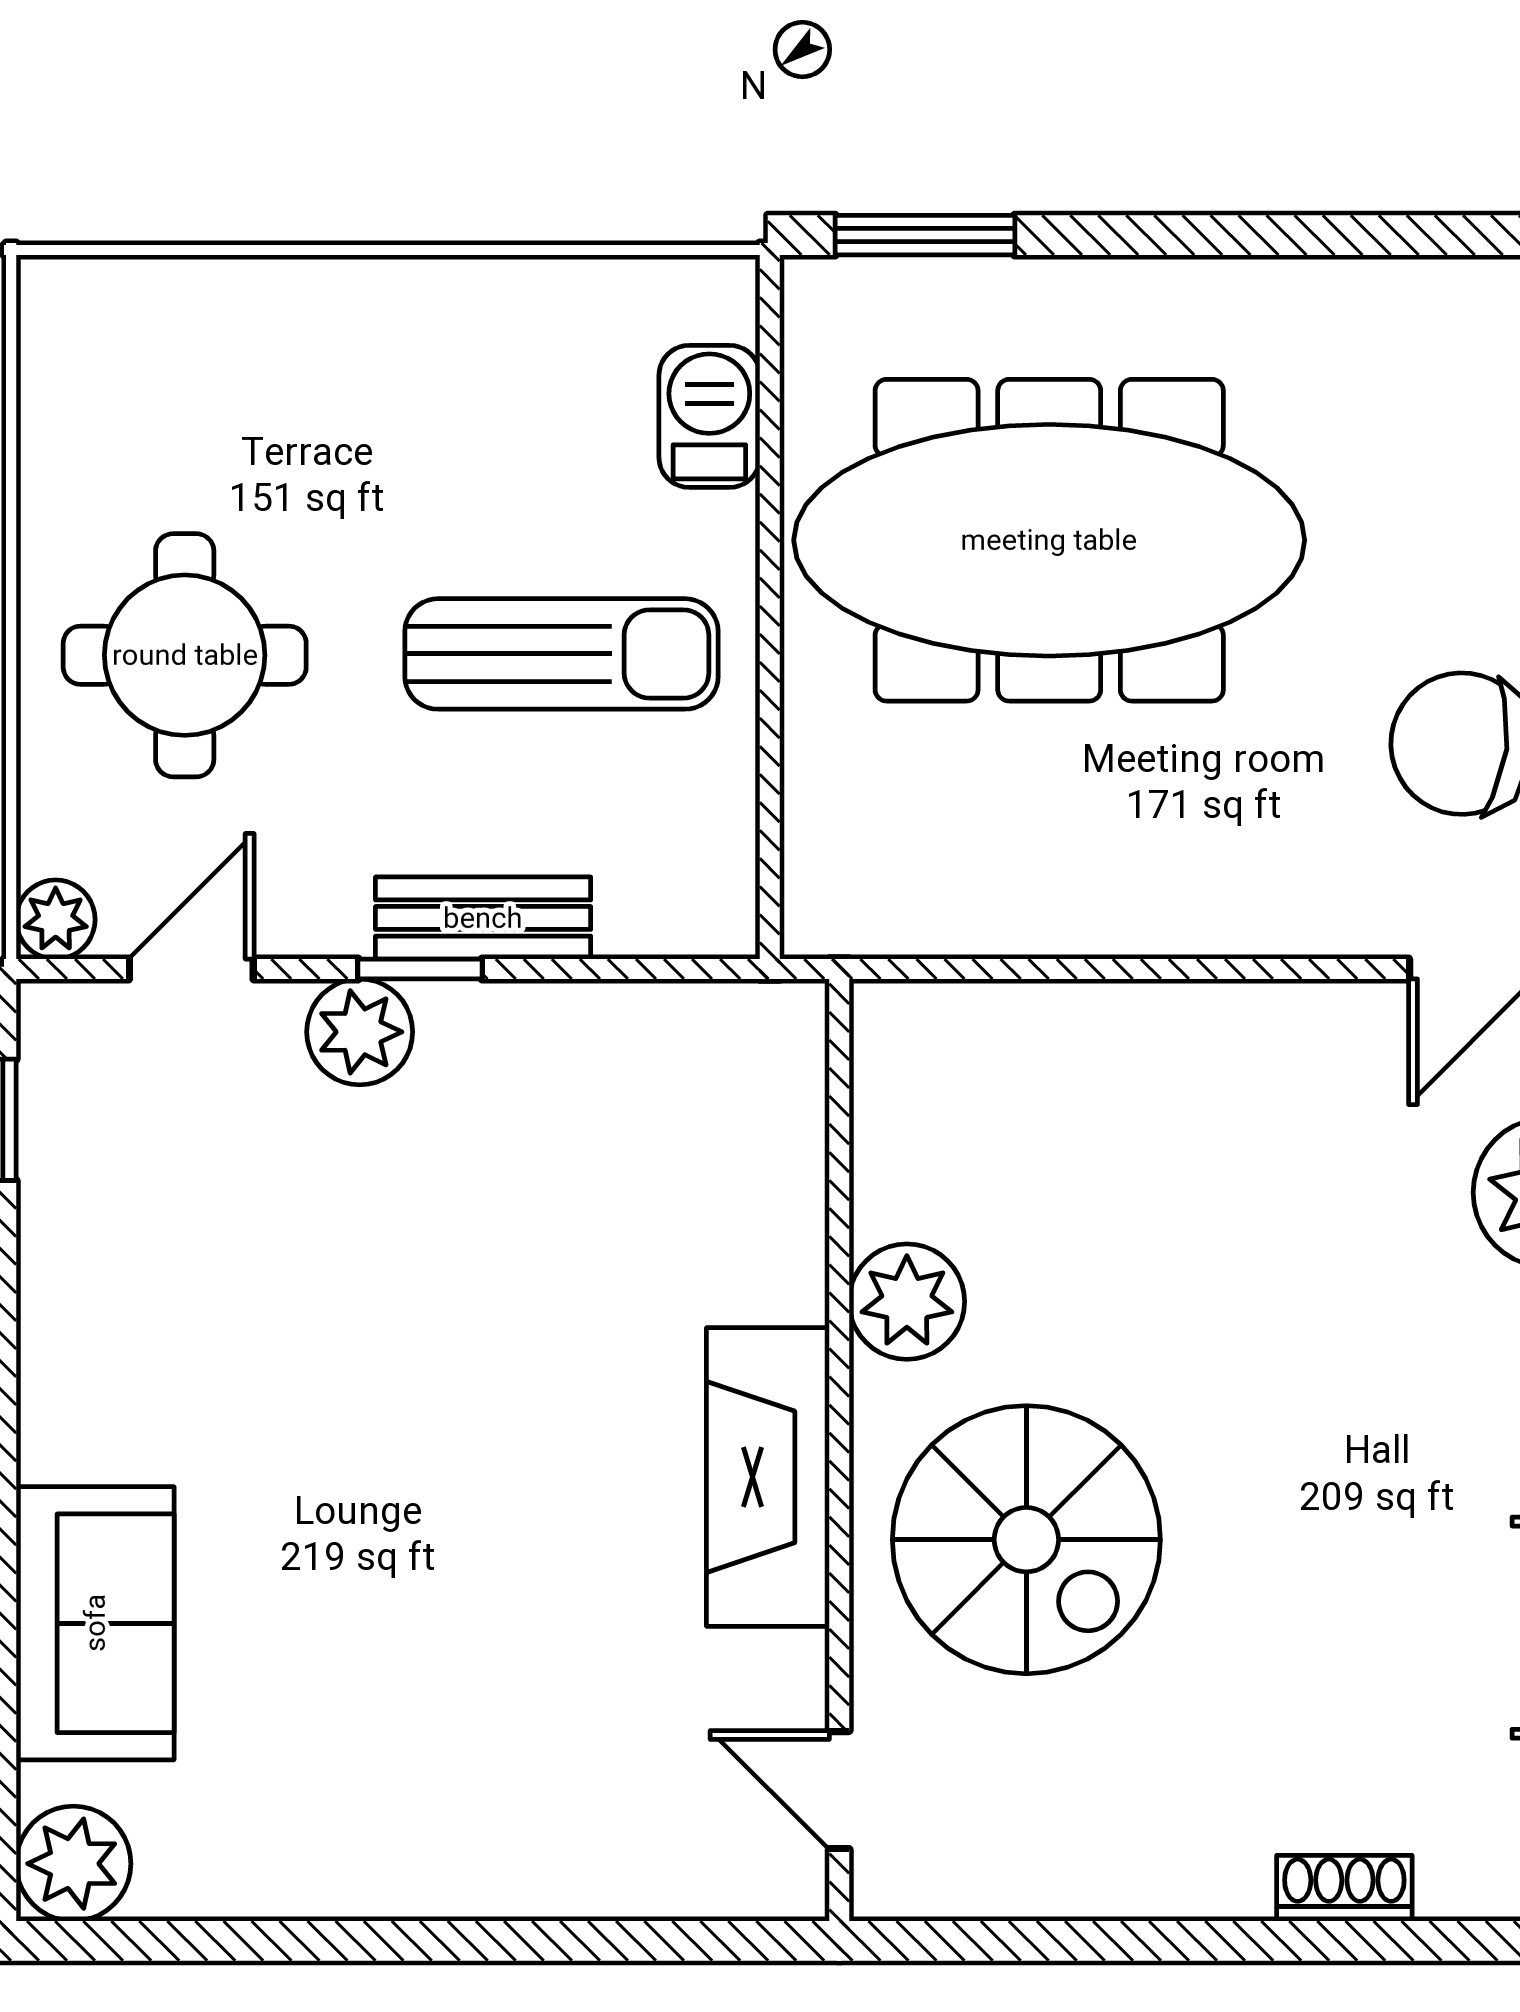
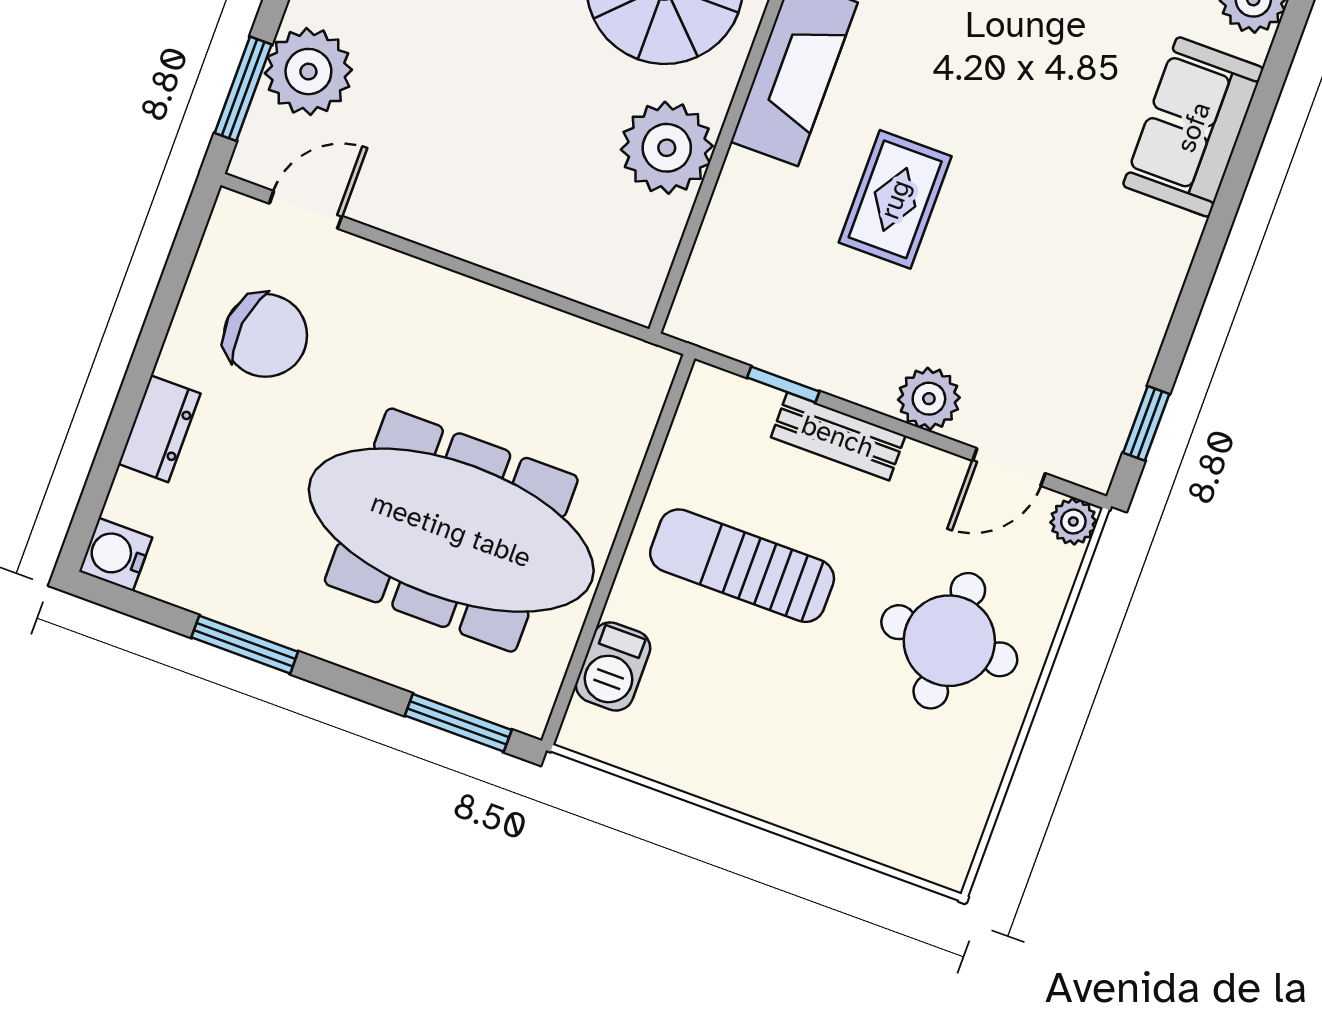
window: (1314, 235) -> (245, 645), added
window: (420, 969) -> (783, 385), moved
plant: (907, 1302) -> (667, 148), width x1.36, depth x1.36
rug: (531, 1332) -> (895, 199), added

